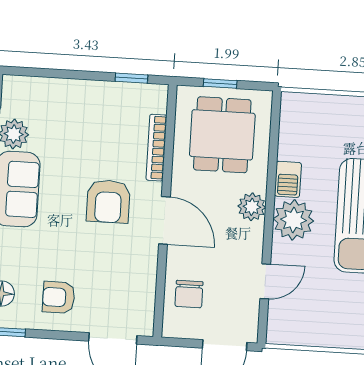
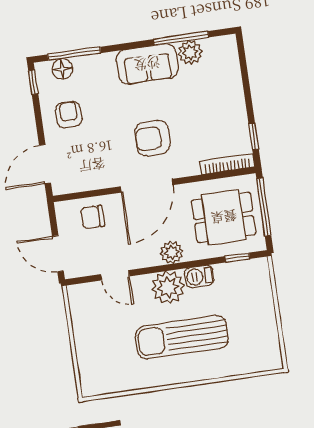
window: (220, 84) -> (264, 207), width x2.17
window: (275, 128) -> (237, 258), added
bookcase: (156, 148) -> (227, 164), moved
door: (164, 220) -> (147, 186), width x1.36

